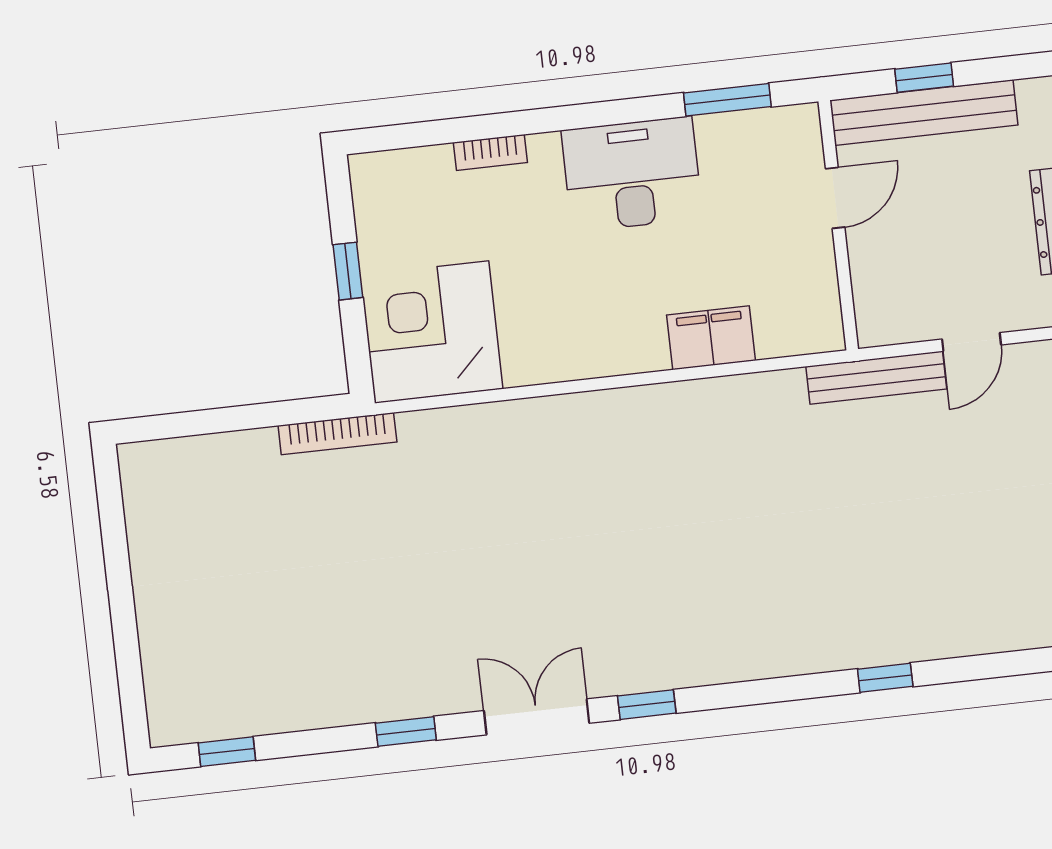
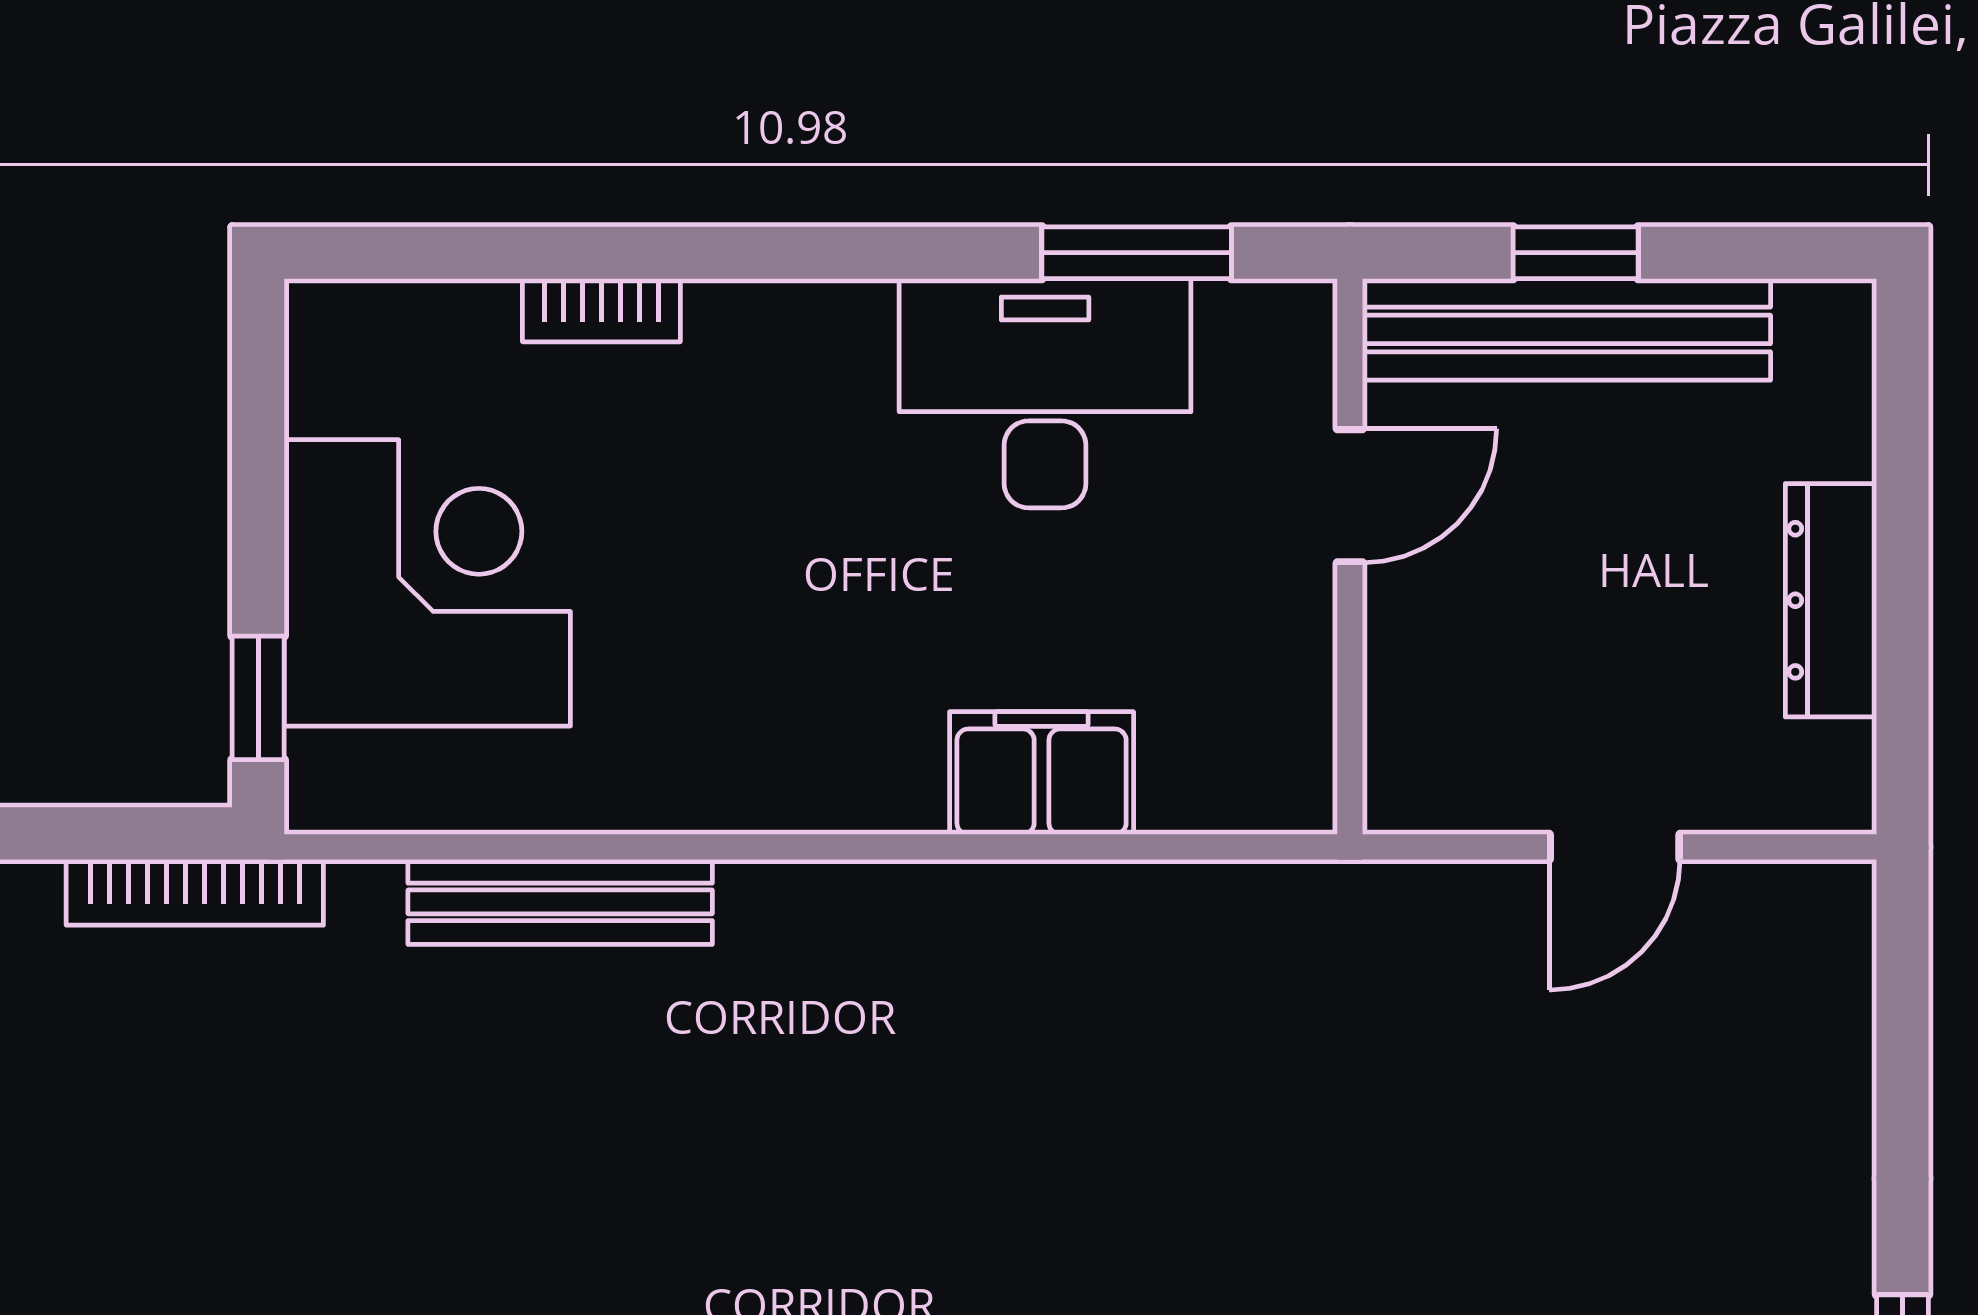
desk: (632, 174) -> (1045, 393), moved
window: (348, 271) -> (258, 698), moved
corner desk: (432, 332) -> (427, 583), moved, turned 90
bench: (876, 378) -> (560, 902), moved

